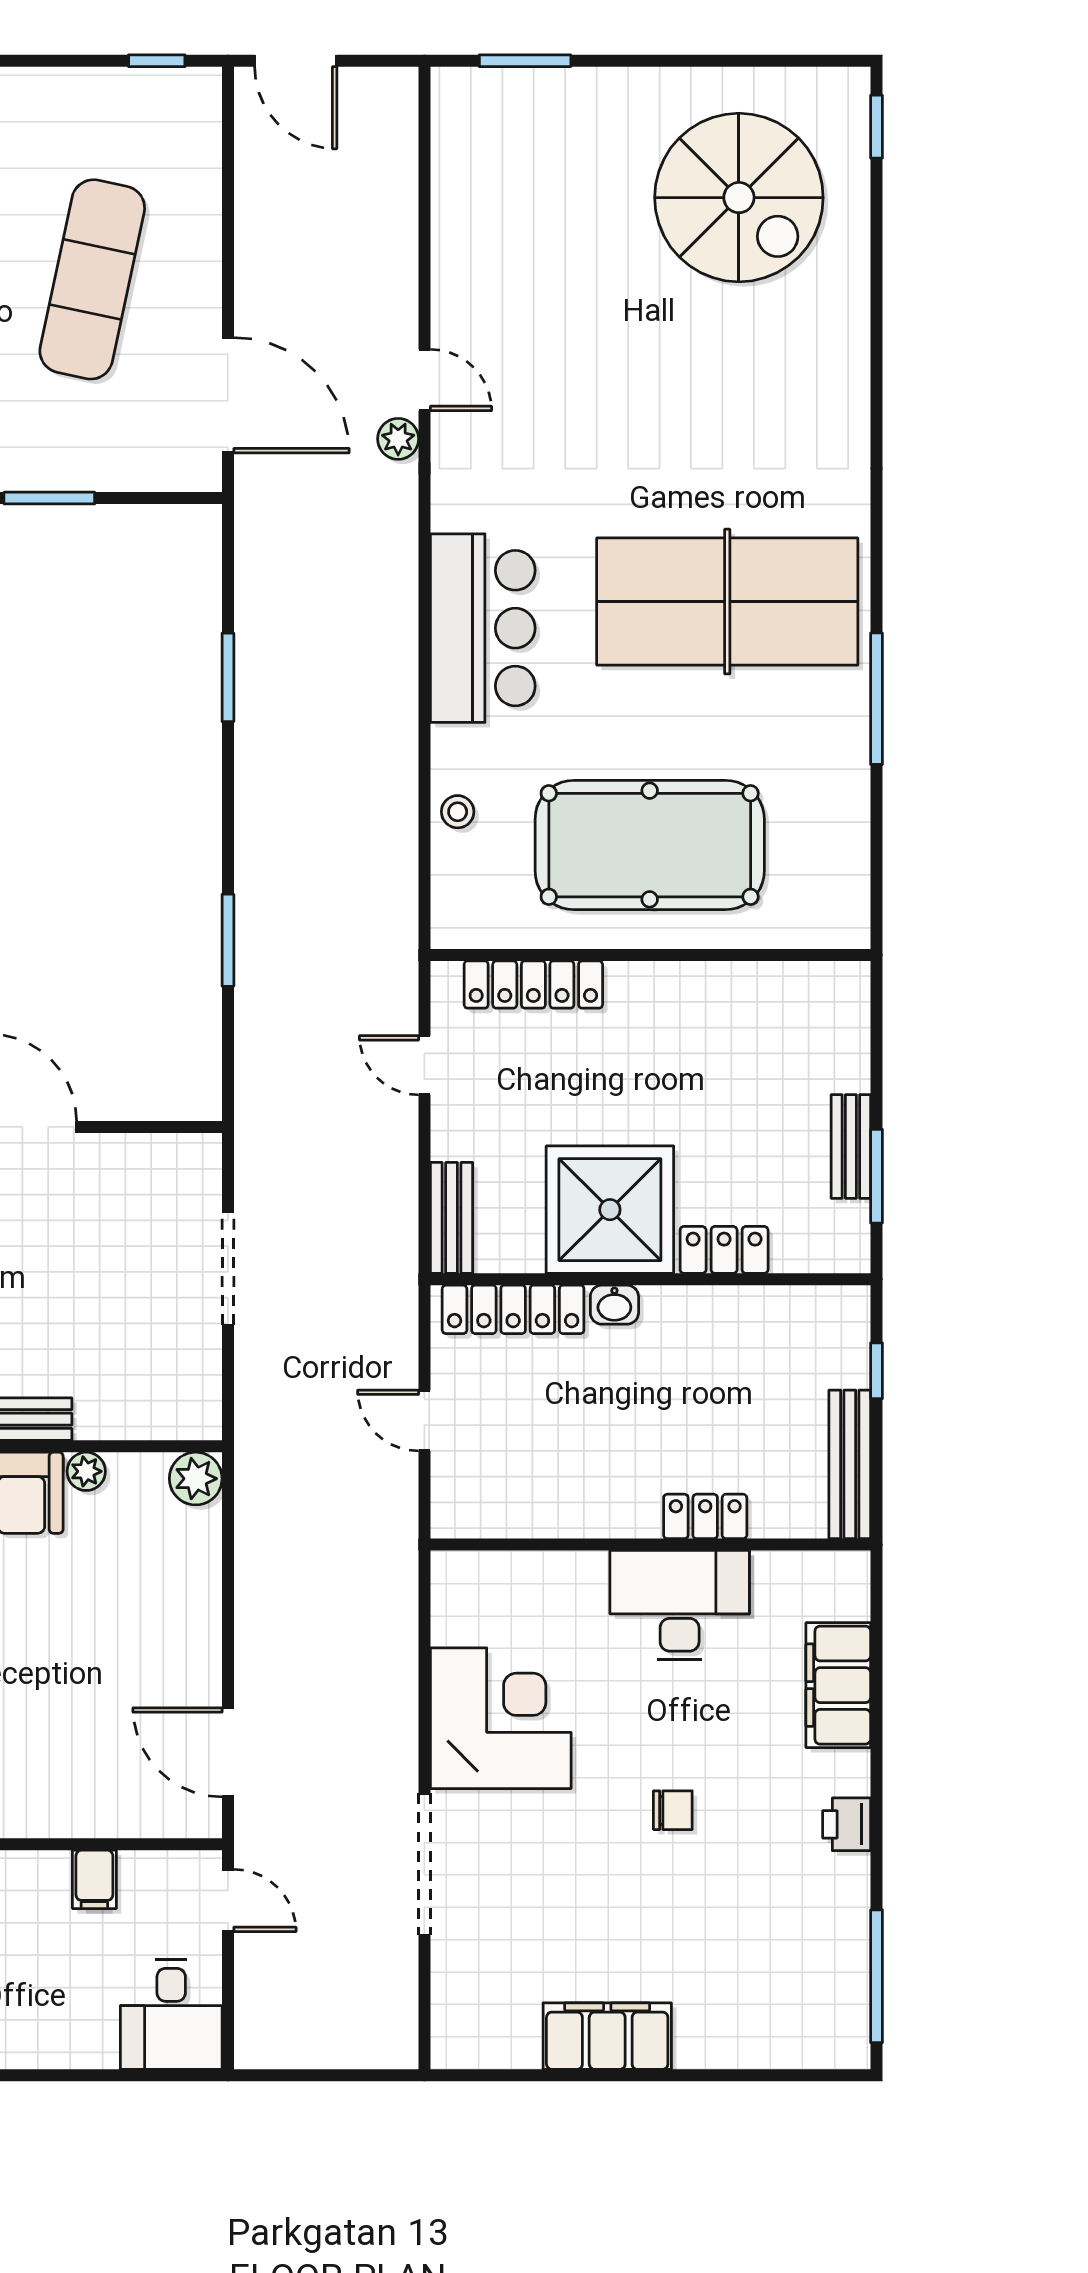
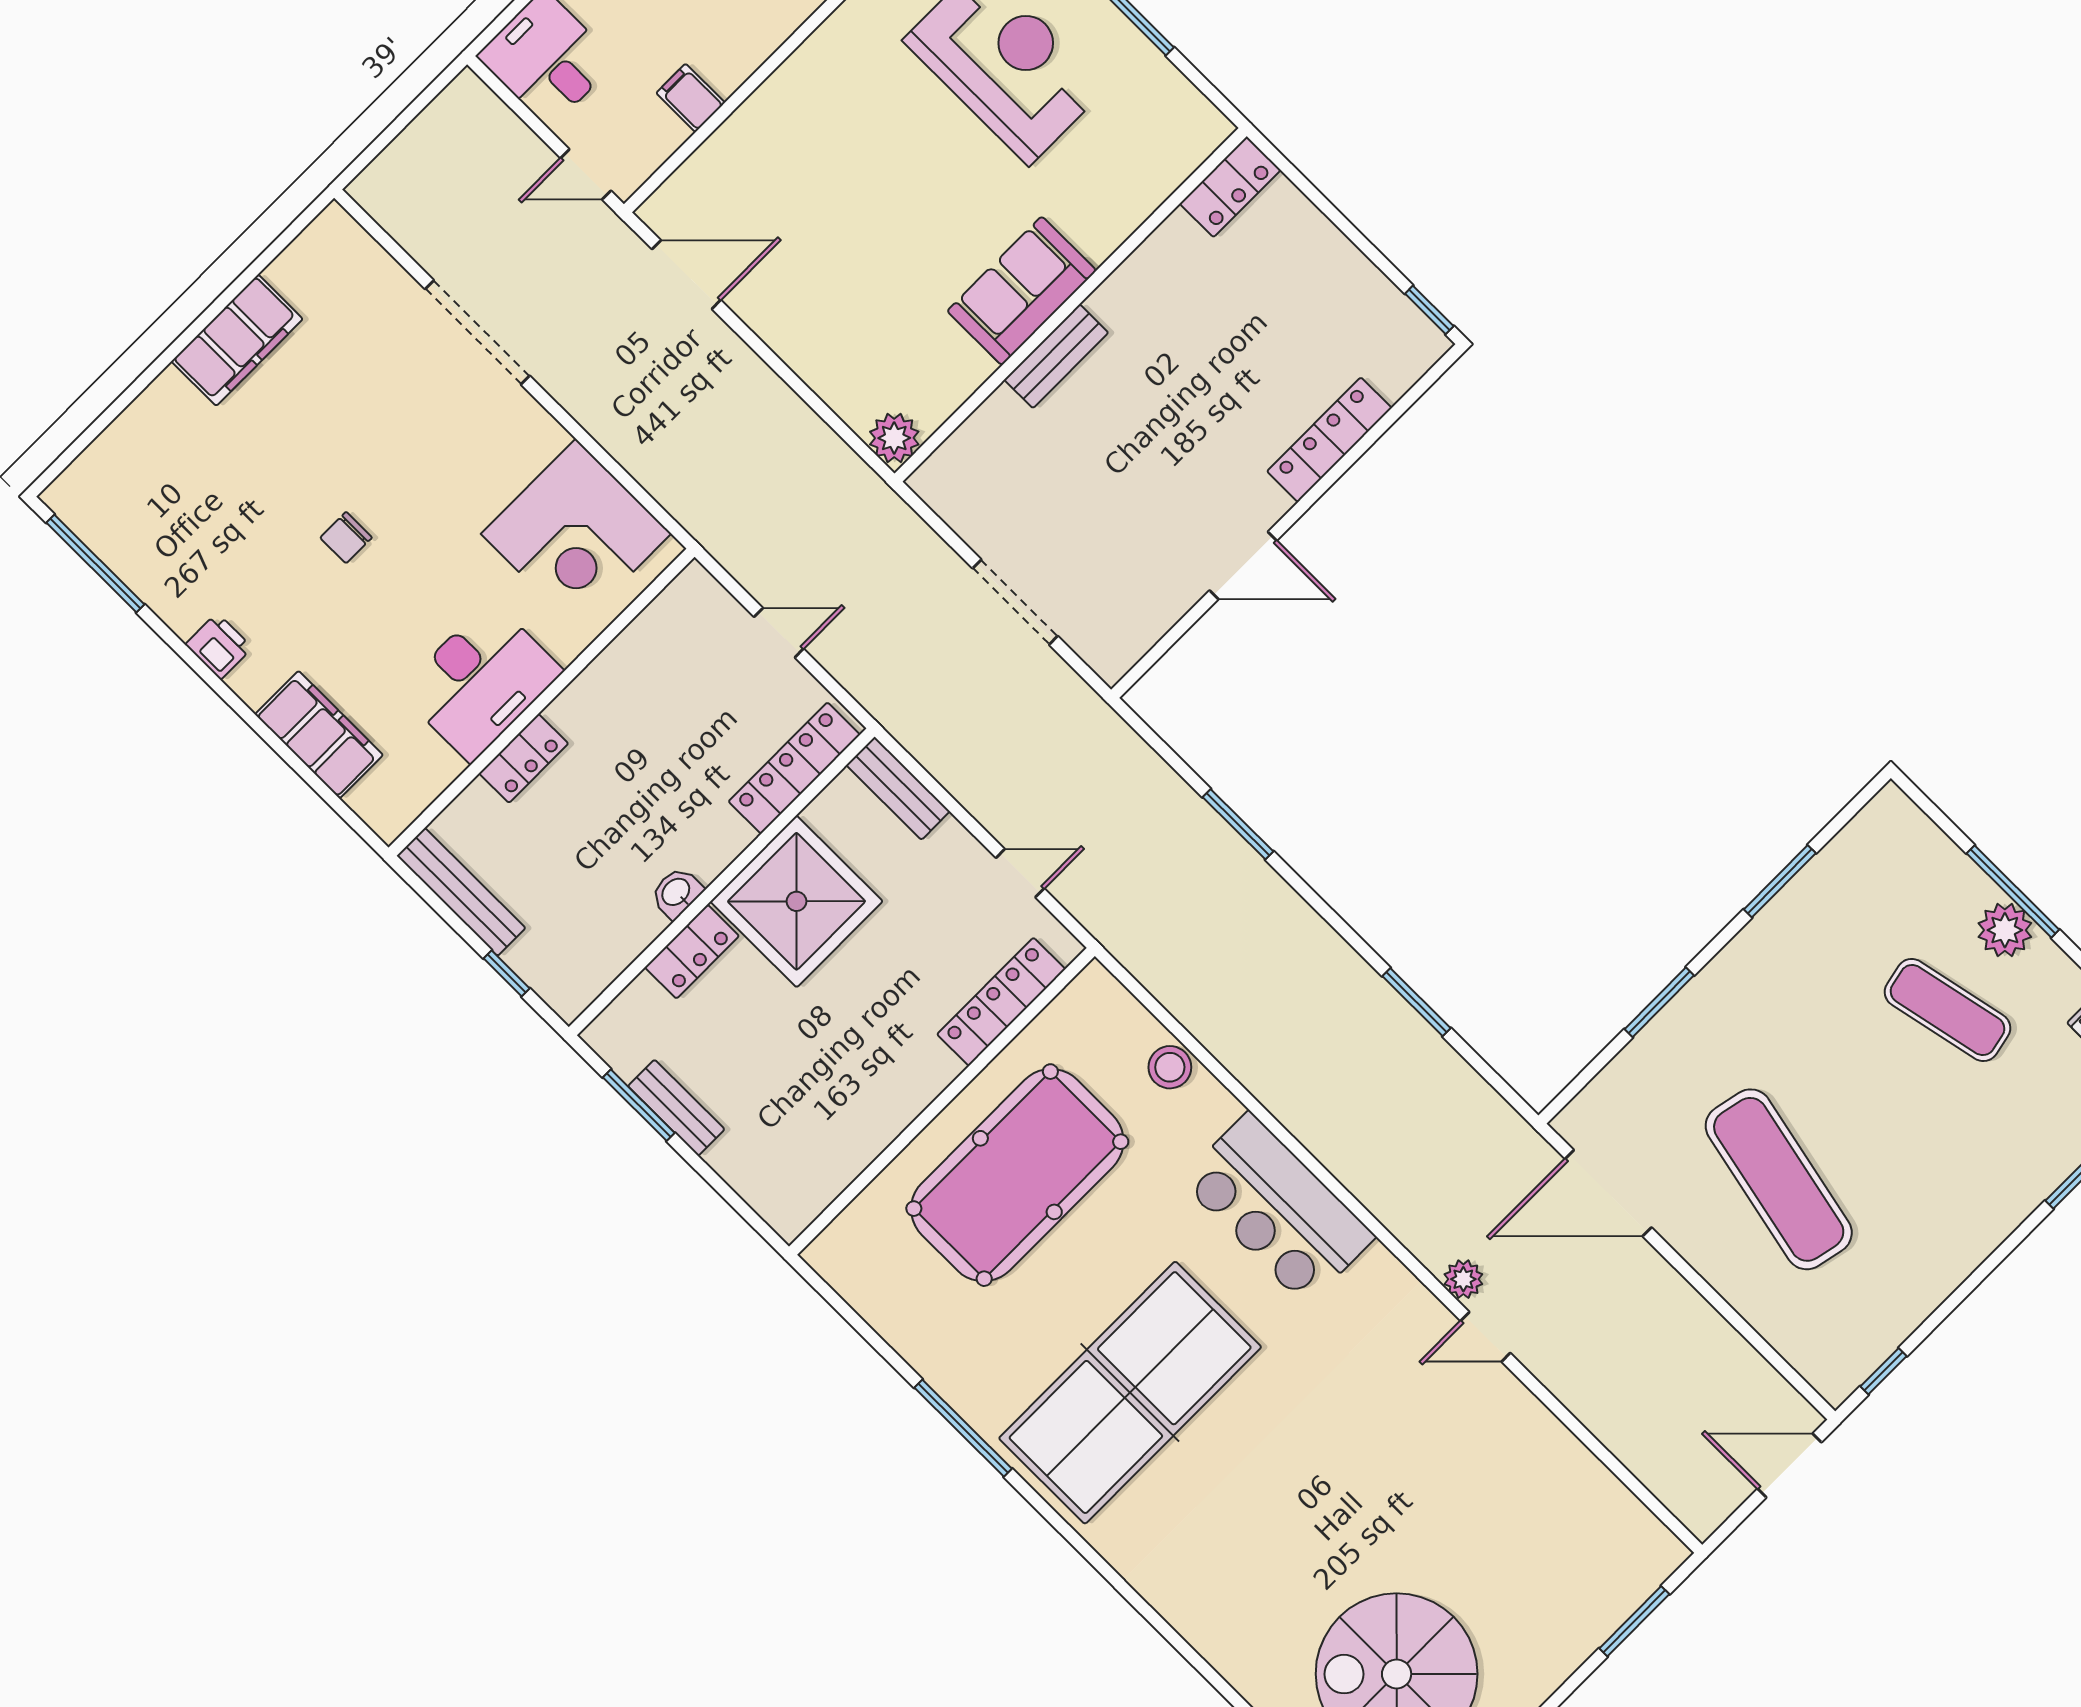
stool: (458, 812) -> (1170, 1067), width x1.37, depth x1.37
washbasin: (614, 1305) -> (677, 893), moved
plant: (86, 1471) -> (973, 369), removed
corner desk: (501, 1718) -> (576, 534), moved

